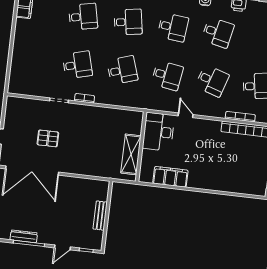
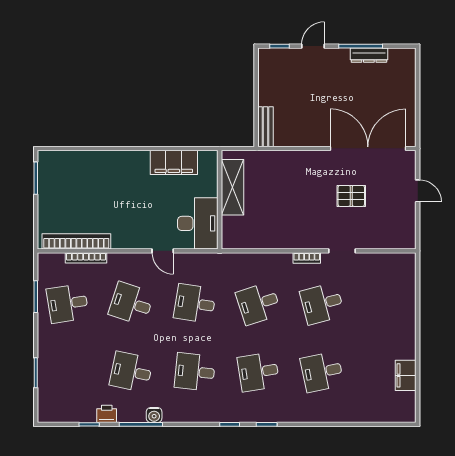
bench: (100, 216) -> (266, 127), moved

